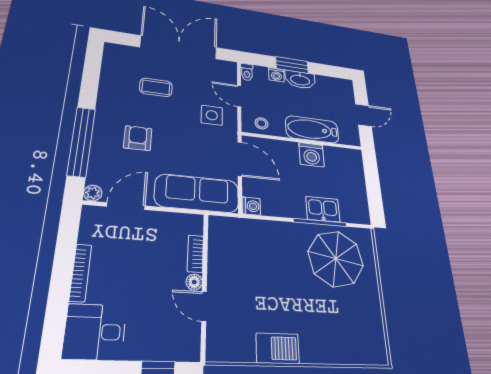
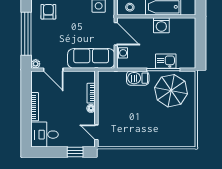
armchair: (138, 138) -> (48, 12), moved
door: (126, 206) -> (53, 70), swing flipped
washing machine: (251, 206) -> (122, 53), moved
door: (204, 306) -> (96, 132), moved
barbecue: (278, 348) -> (138, 78), moved, turned 180

